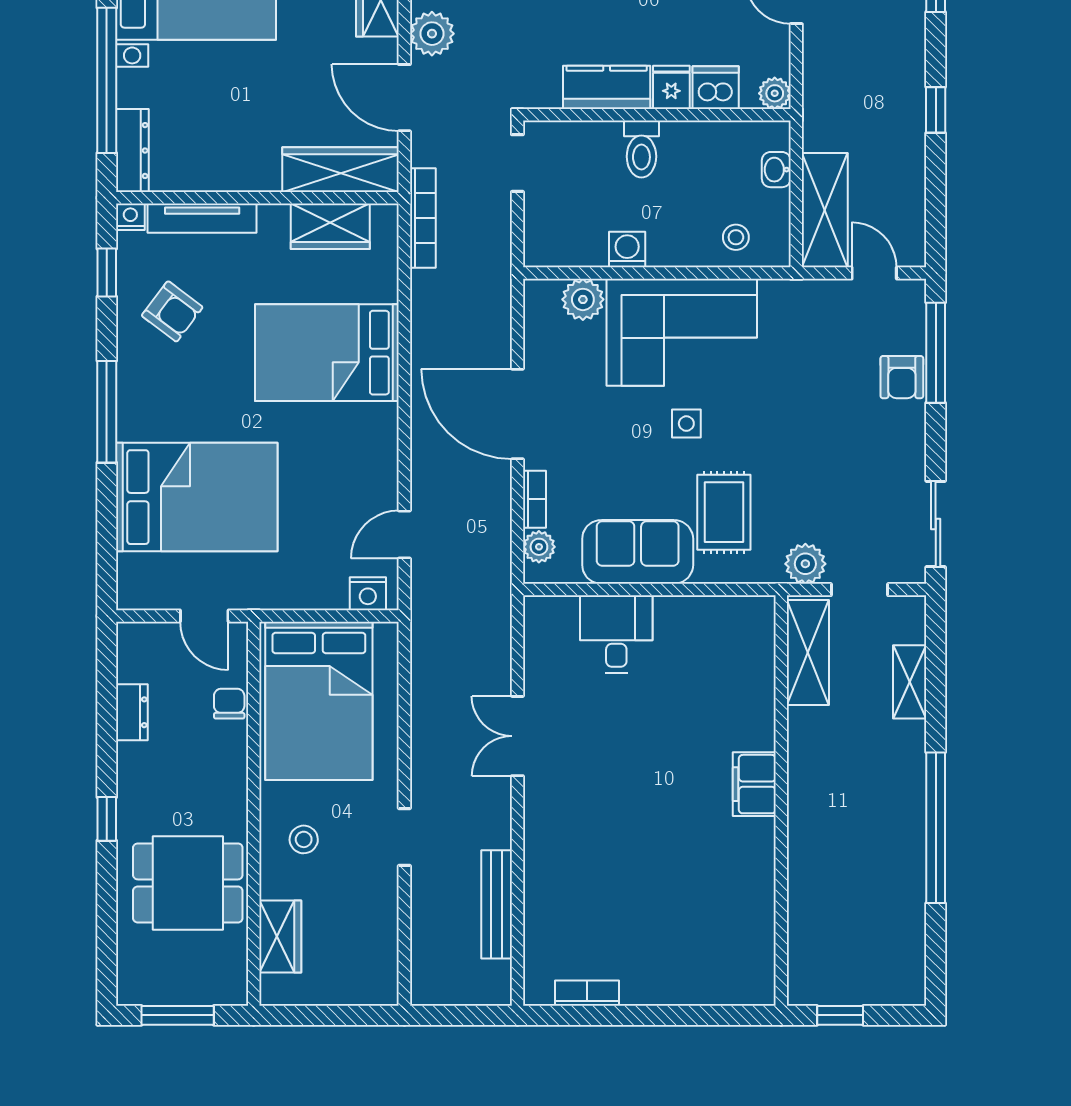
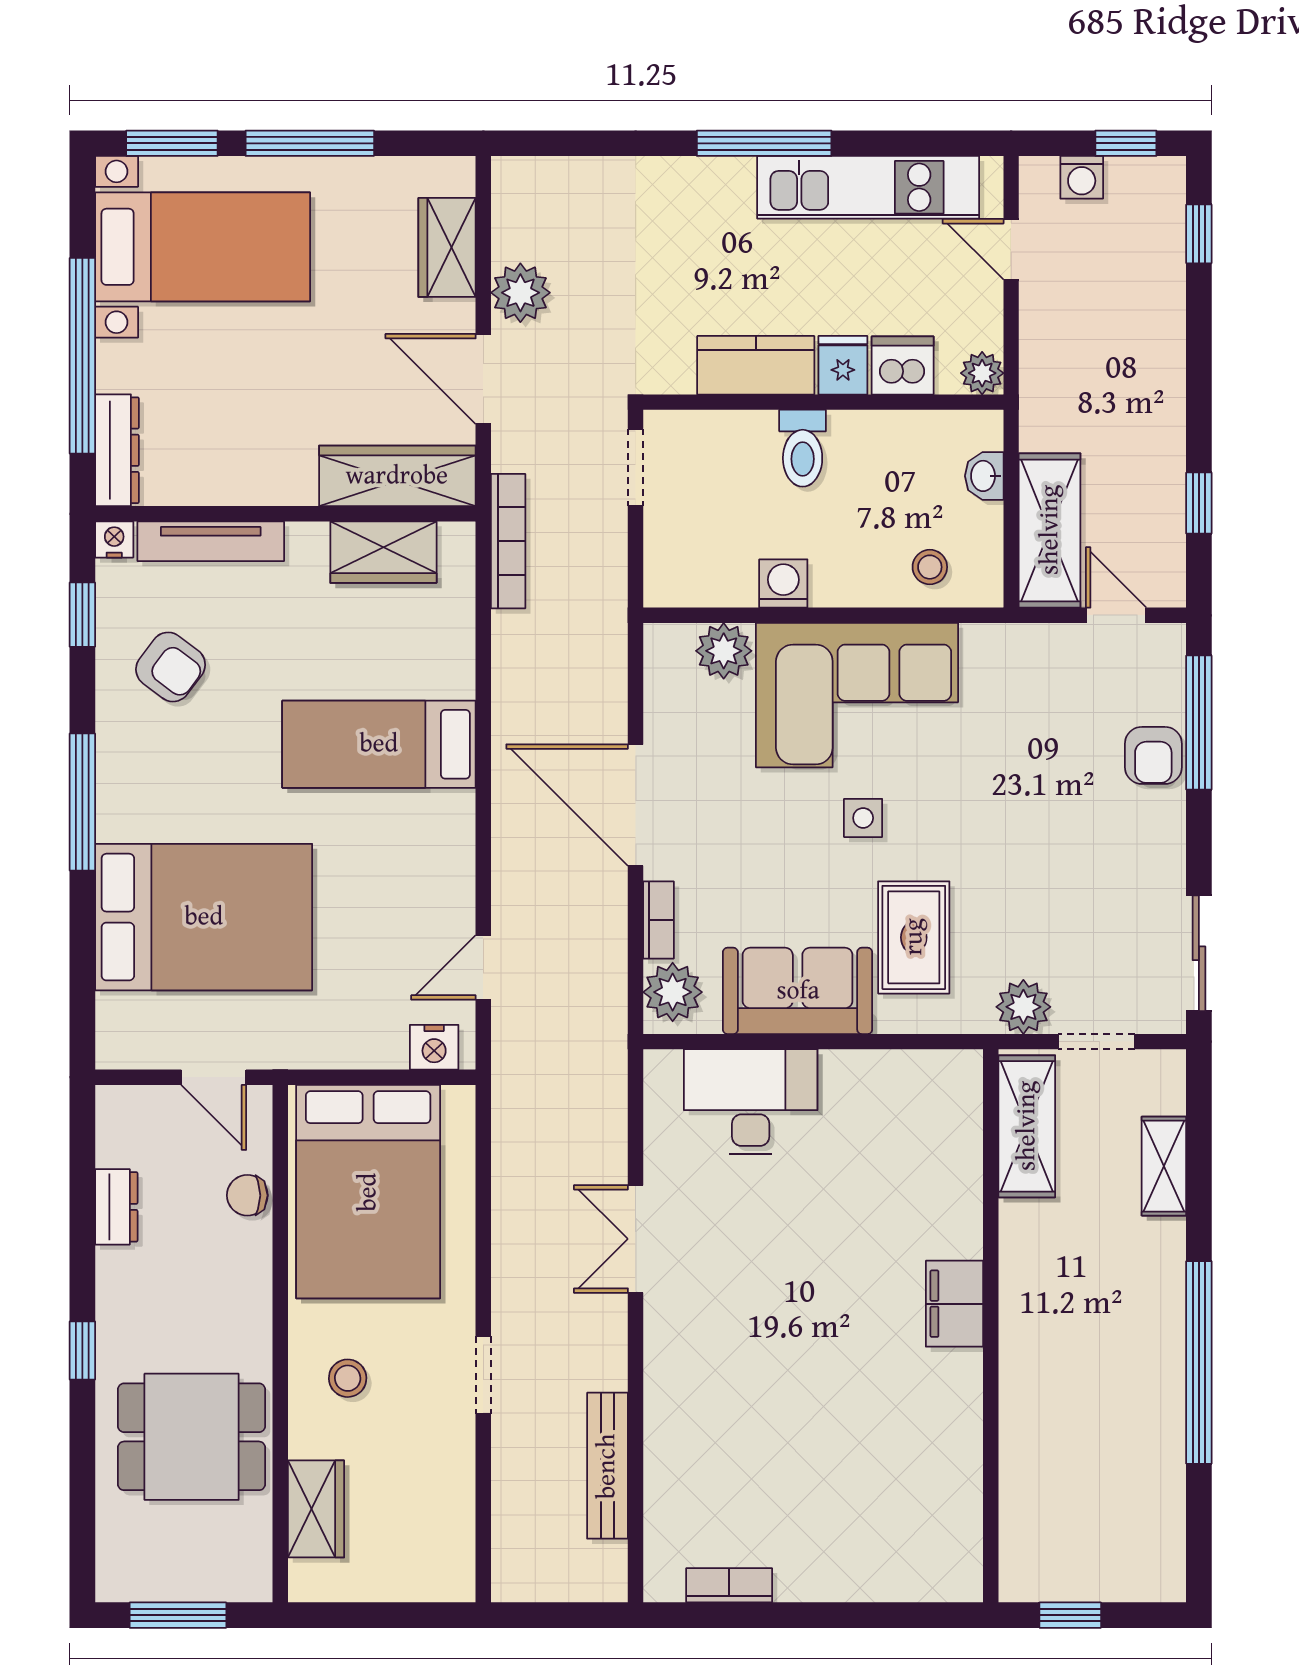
window: (936, 110) -> (1199, 503), moved
bed: (327, 353) -> (379, 744), width x0.67
plant: (539, 547) -> (673, 992), width x1.38, depth x1.38
desk: (616, 634) -> (751, 1102), width x1.37
chair: (229, 704) -> (247, 1195), turned -90

